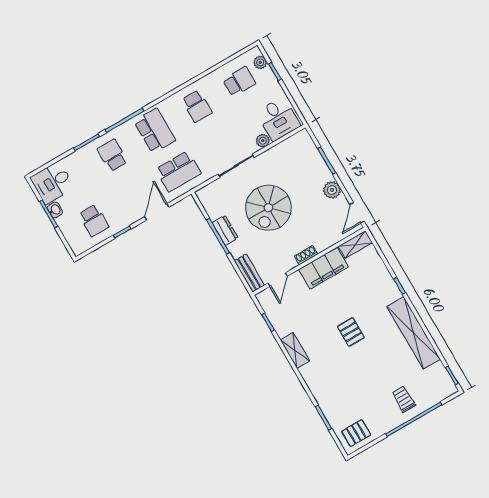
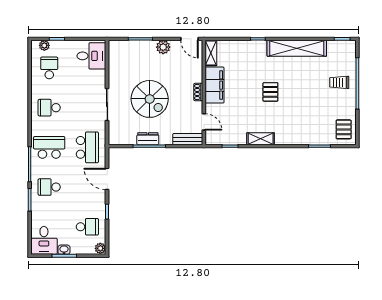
school desk: (197, 106) -> (49, 108), turned 180
plant: (263, 141) -> (100, 248), moved
pallet: (351, 332) -> (270, 92), turned 90

